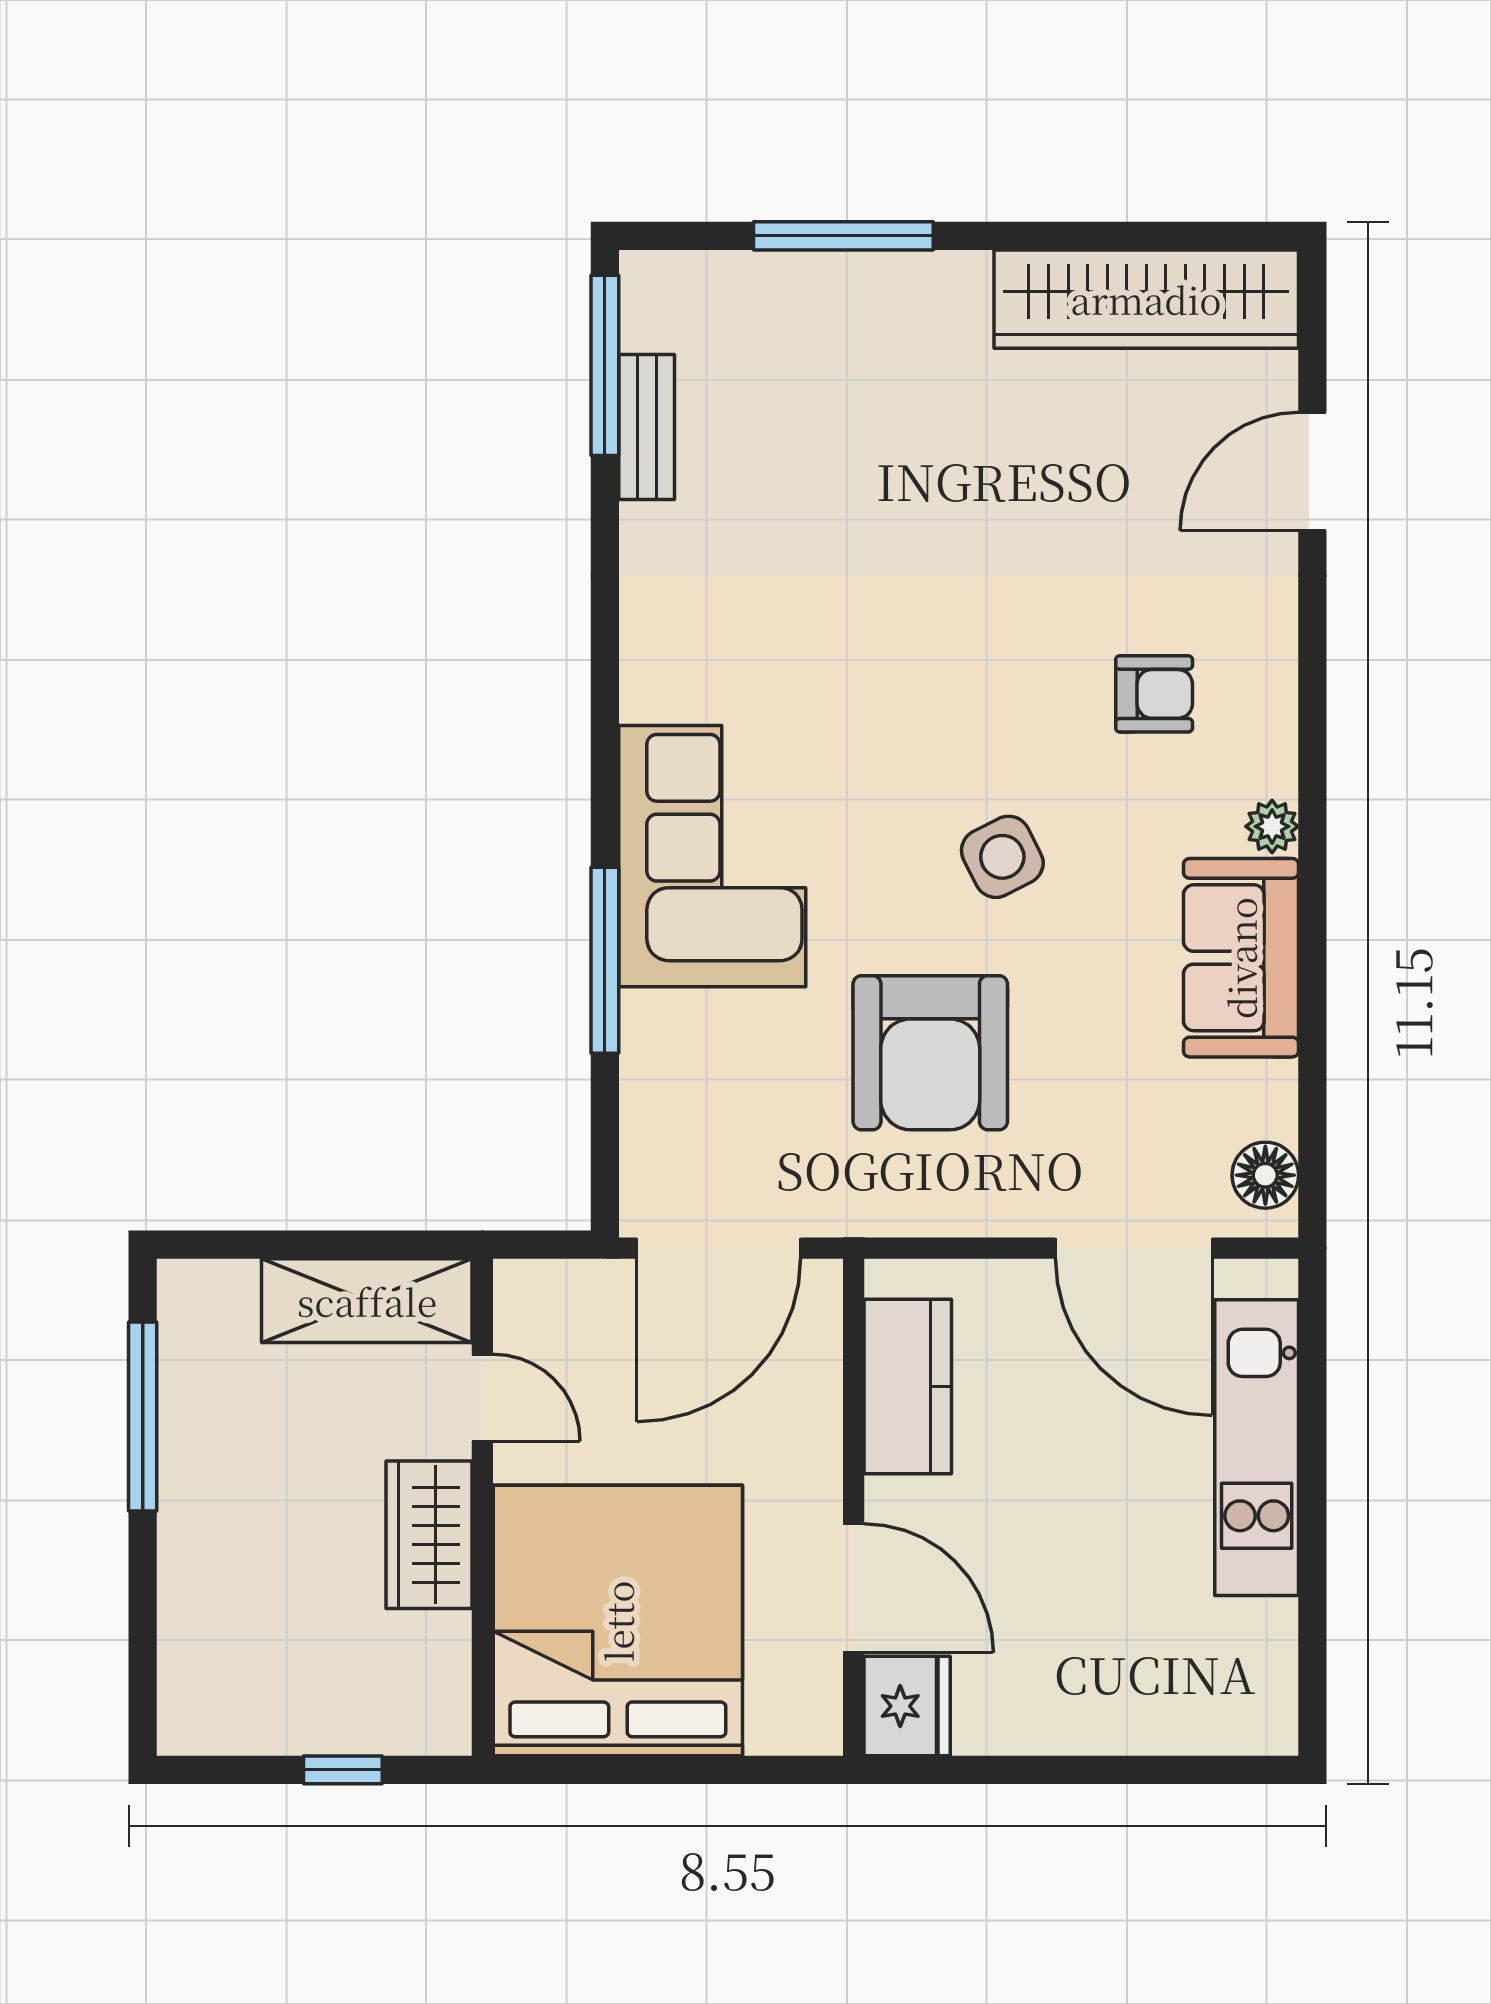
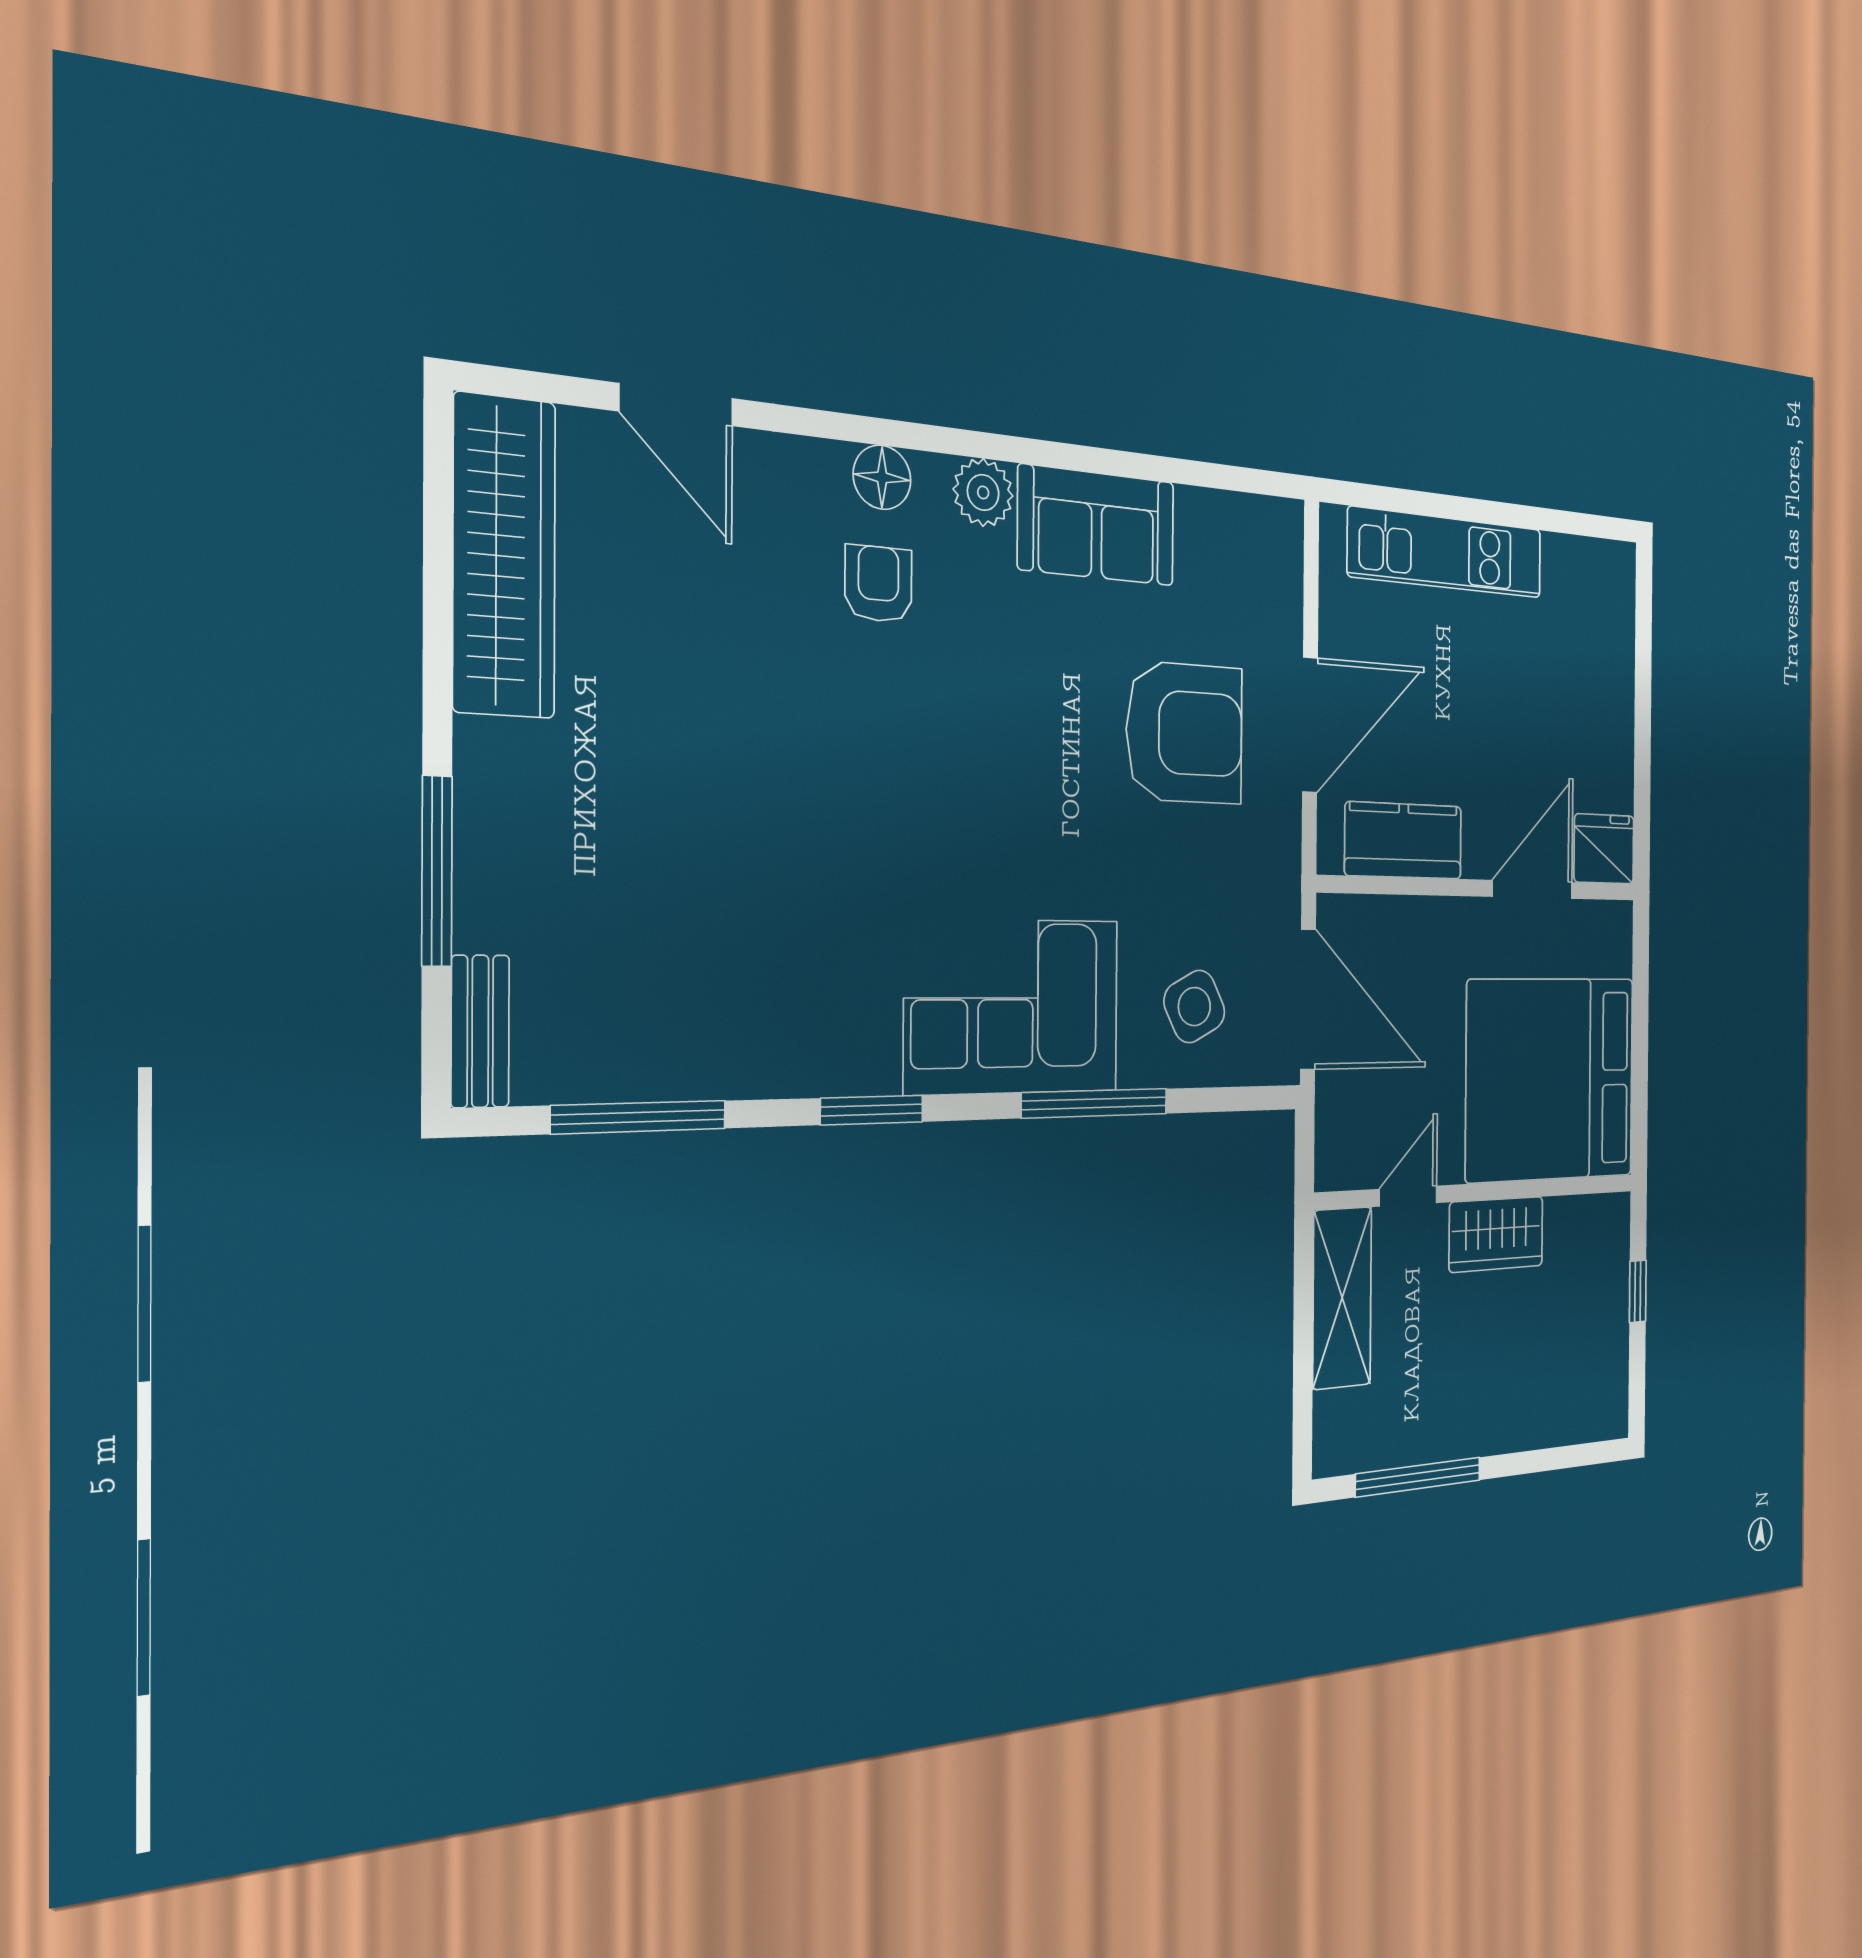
window: (605, 365) -> (639, 1117), moved
bench: (647, 427) -> (480, 1031), moved, turned 90
window: (605, 690) -> (872, 1110), added
plant: (1272, 826) -> (983, 492), width x1.38, depth x1.38
side table: (1002, 857) -> (1194, 1007), moved
armchair: (930, 1053) -> (1185, 733), moved
floor lamp: (1265, 1175) -> (882, 477), moved
door: (1134, 1248) -> (1310, 725), moved

